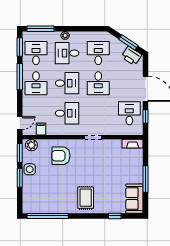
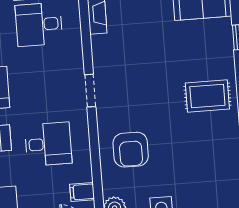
desk: (67, 113) -> (48, 144), turned 90

